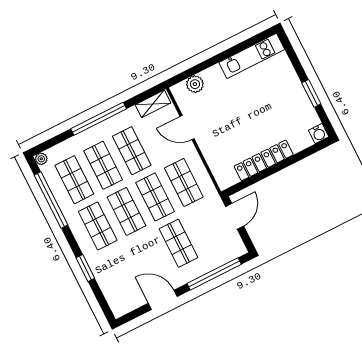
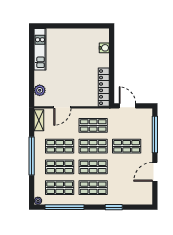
window: (311, 93) -> (79, 26), removed
water cooler: (319, 133) -> (104, 48), moved
locker: (264, 160) -> (104, 87), moved

